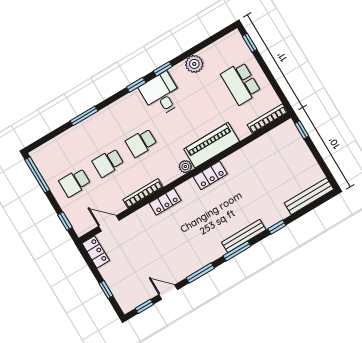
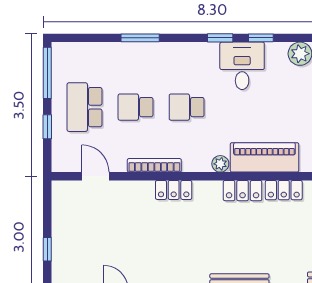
school desk: (75, 183) -> (84, 107), width x1.85
window: (65, 221) -> (47, 127), moved
locker: (96, 252) -> (284, 190), moved, turned 90

